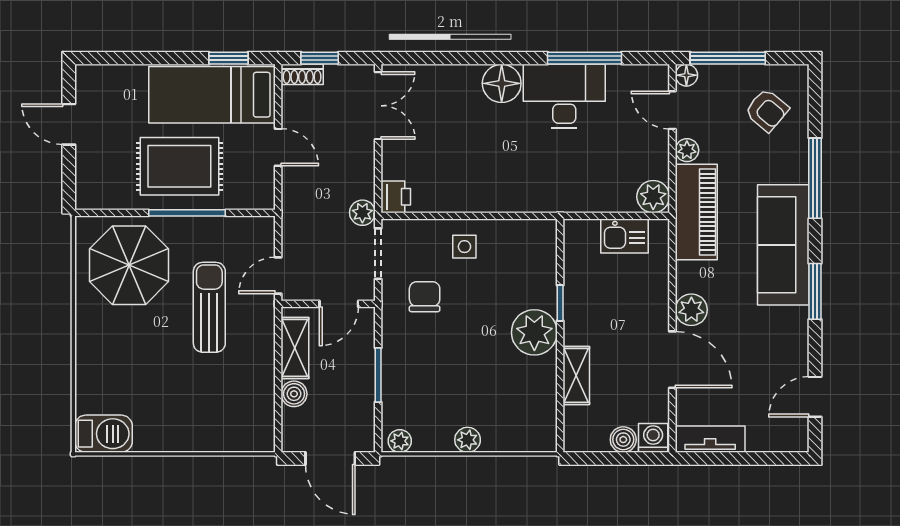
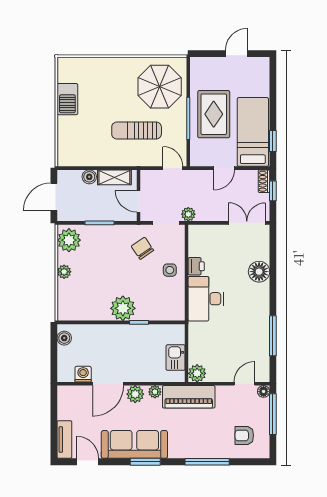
floor lamp: (502, 83) -> (259, 272), moved
desk: (564, 96) -> (206, 299), moved, turned 180
double door: (378, 106) -> (247, 223), swing flipped
armchair: (767, 110) -> (244, 435), turned 50
plant: (687, 150) -> (155, 392), moved
printer: (396, 197) -> (196, 266), moved, turned -90
sofa: (783, 245) -> (134, 444), moved
door: (278, 275) -> (173, 168), moved
chair: (425, 297) -> (142, 248), turned -124
sun lounger: (209, 307) -> (137, 131), turned 180
shelving: (576, 375) -> (99, 331), removed
barbecue: (104, 434) -> (67, 99), moved
washing machine: (653, 438) -> (83, 374), moved, turned -90
tv unit: (710, 439) -> (64, 439), moved
boiler: (623, 440) -> (64, 338), moved
plant: (400, 441) -> (69, 240), width x1.88, depth x1.88

